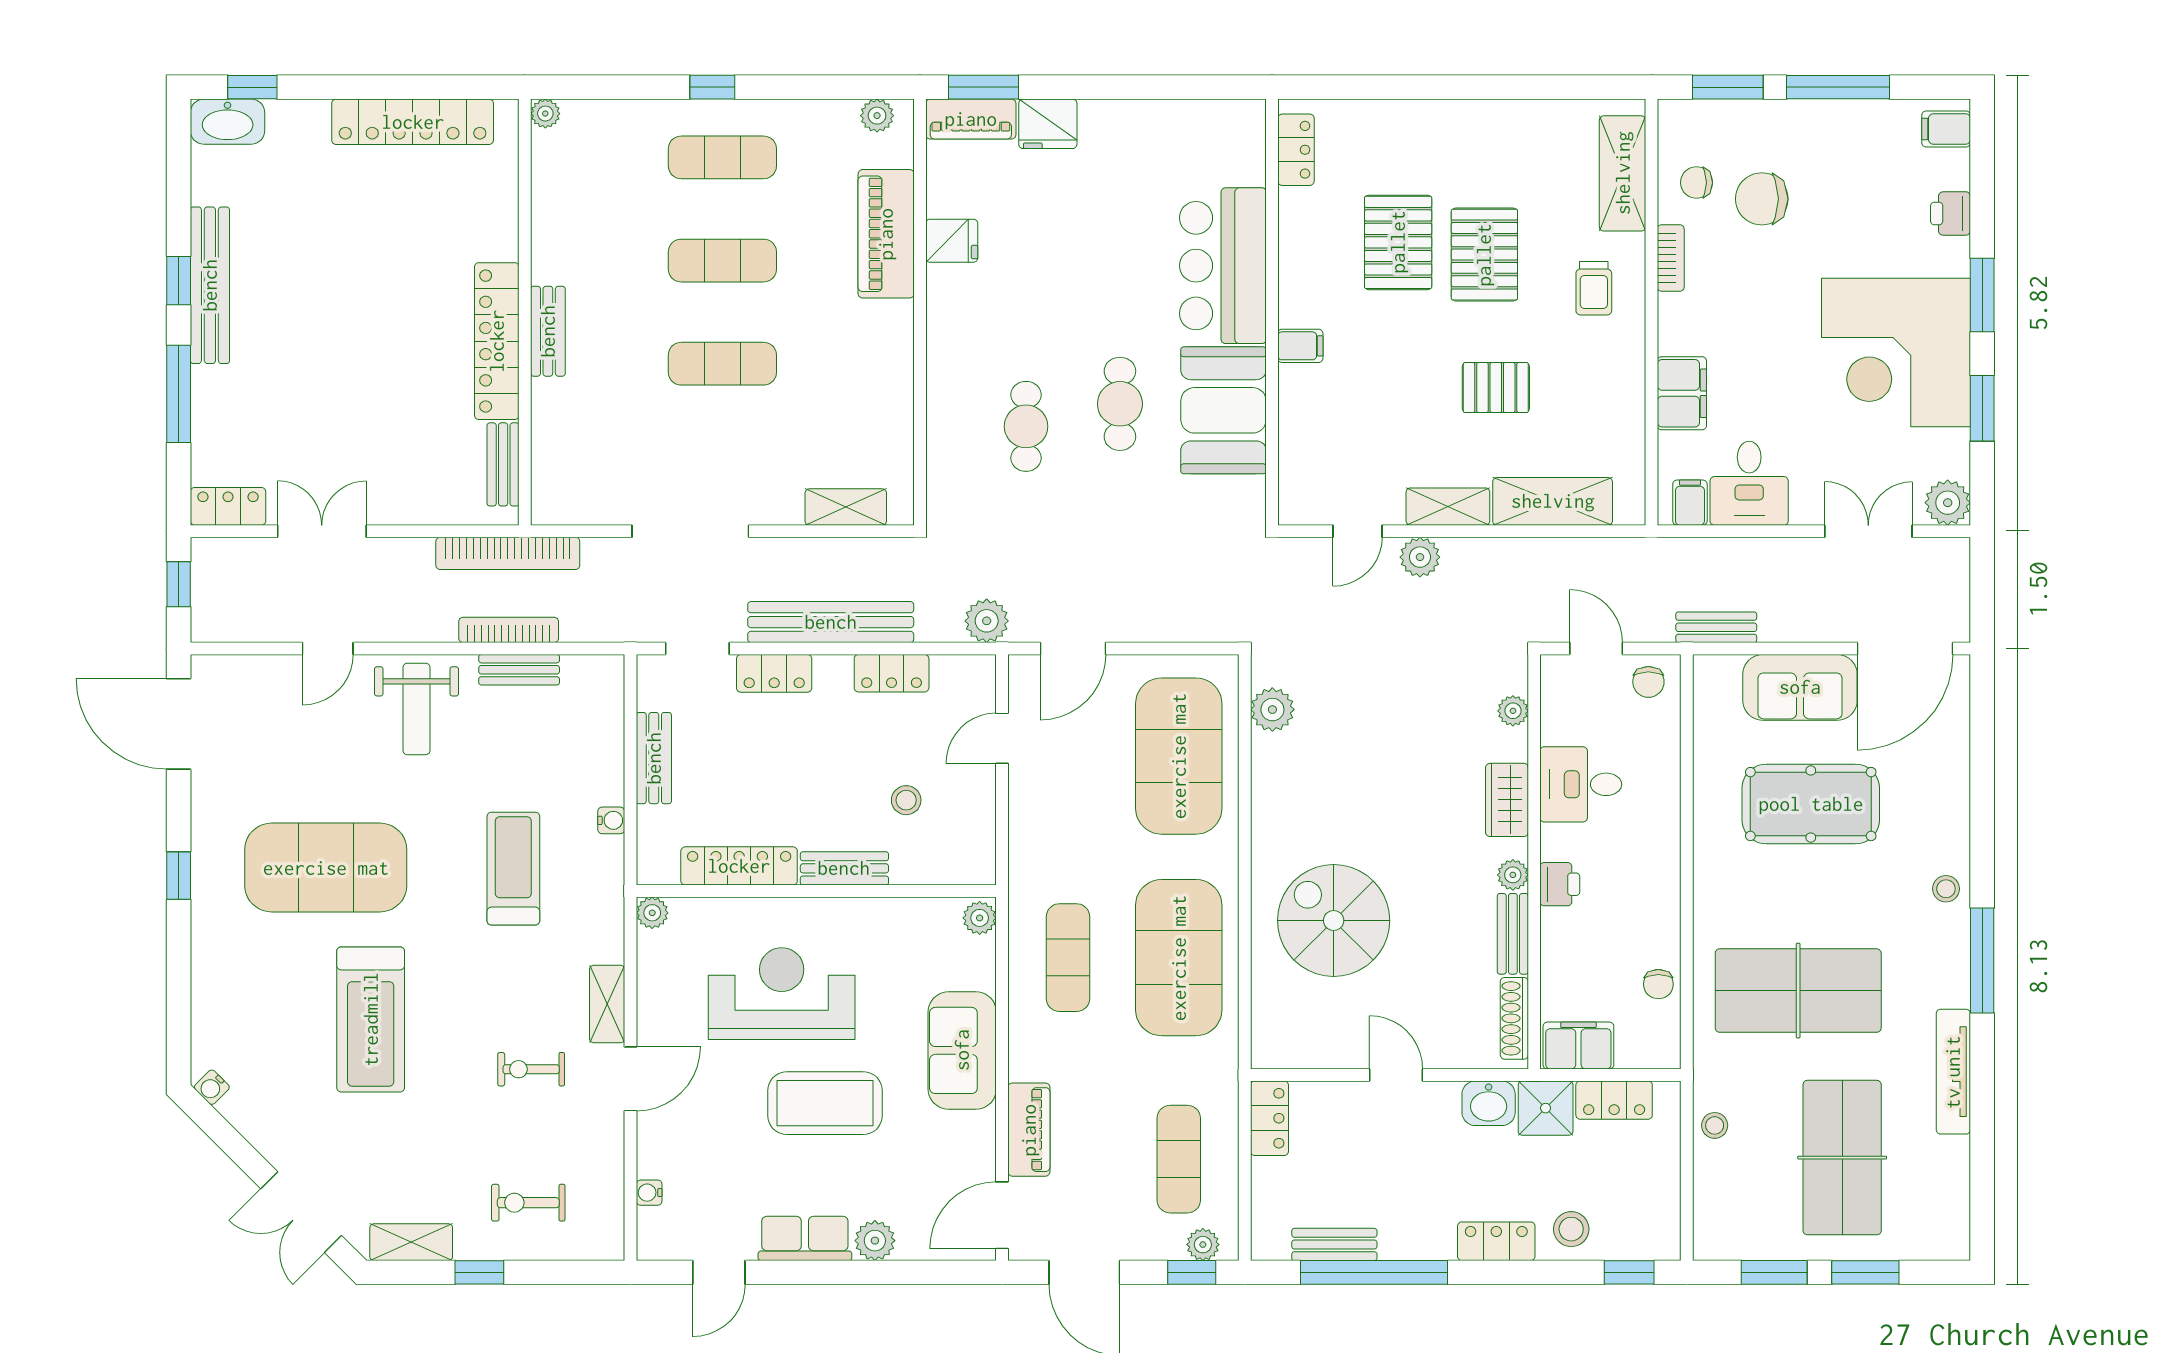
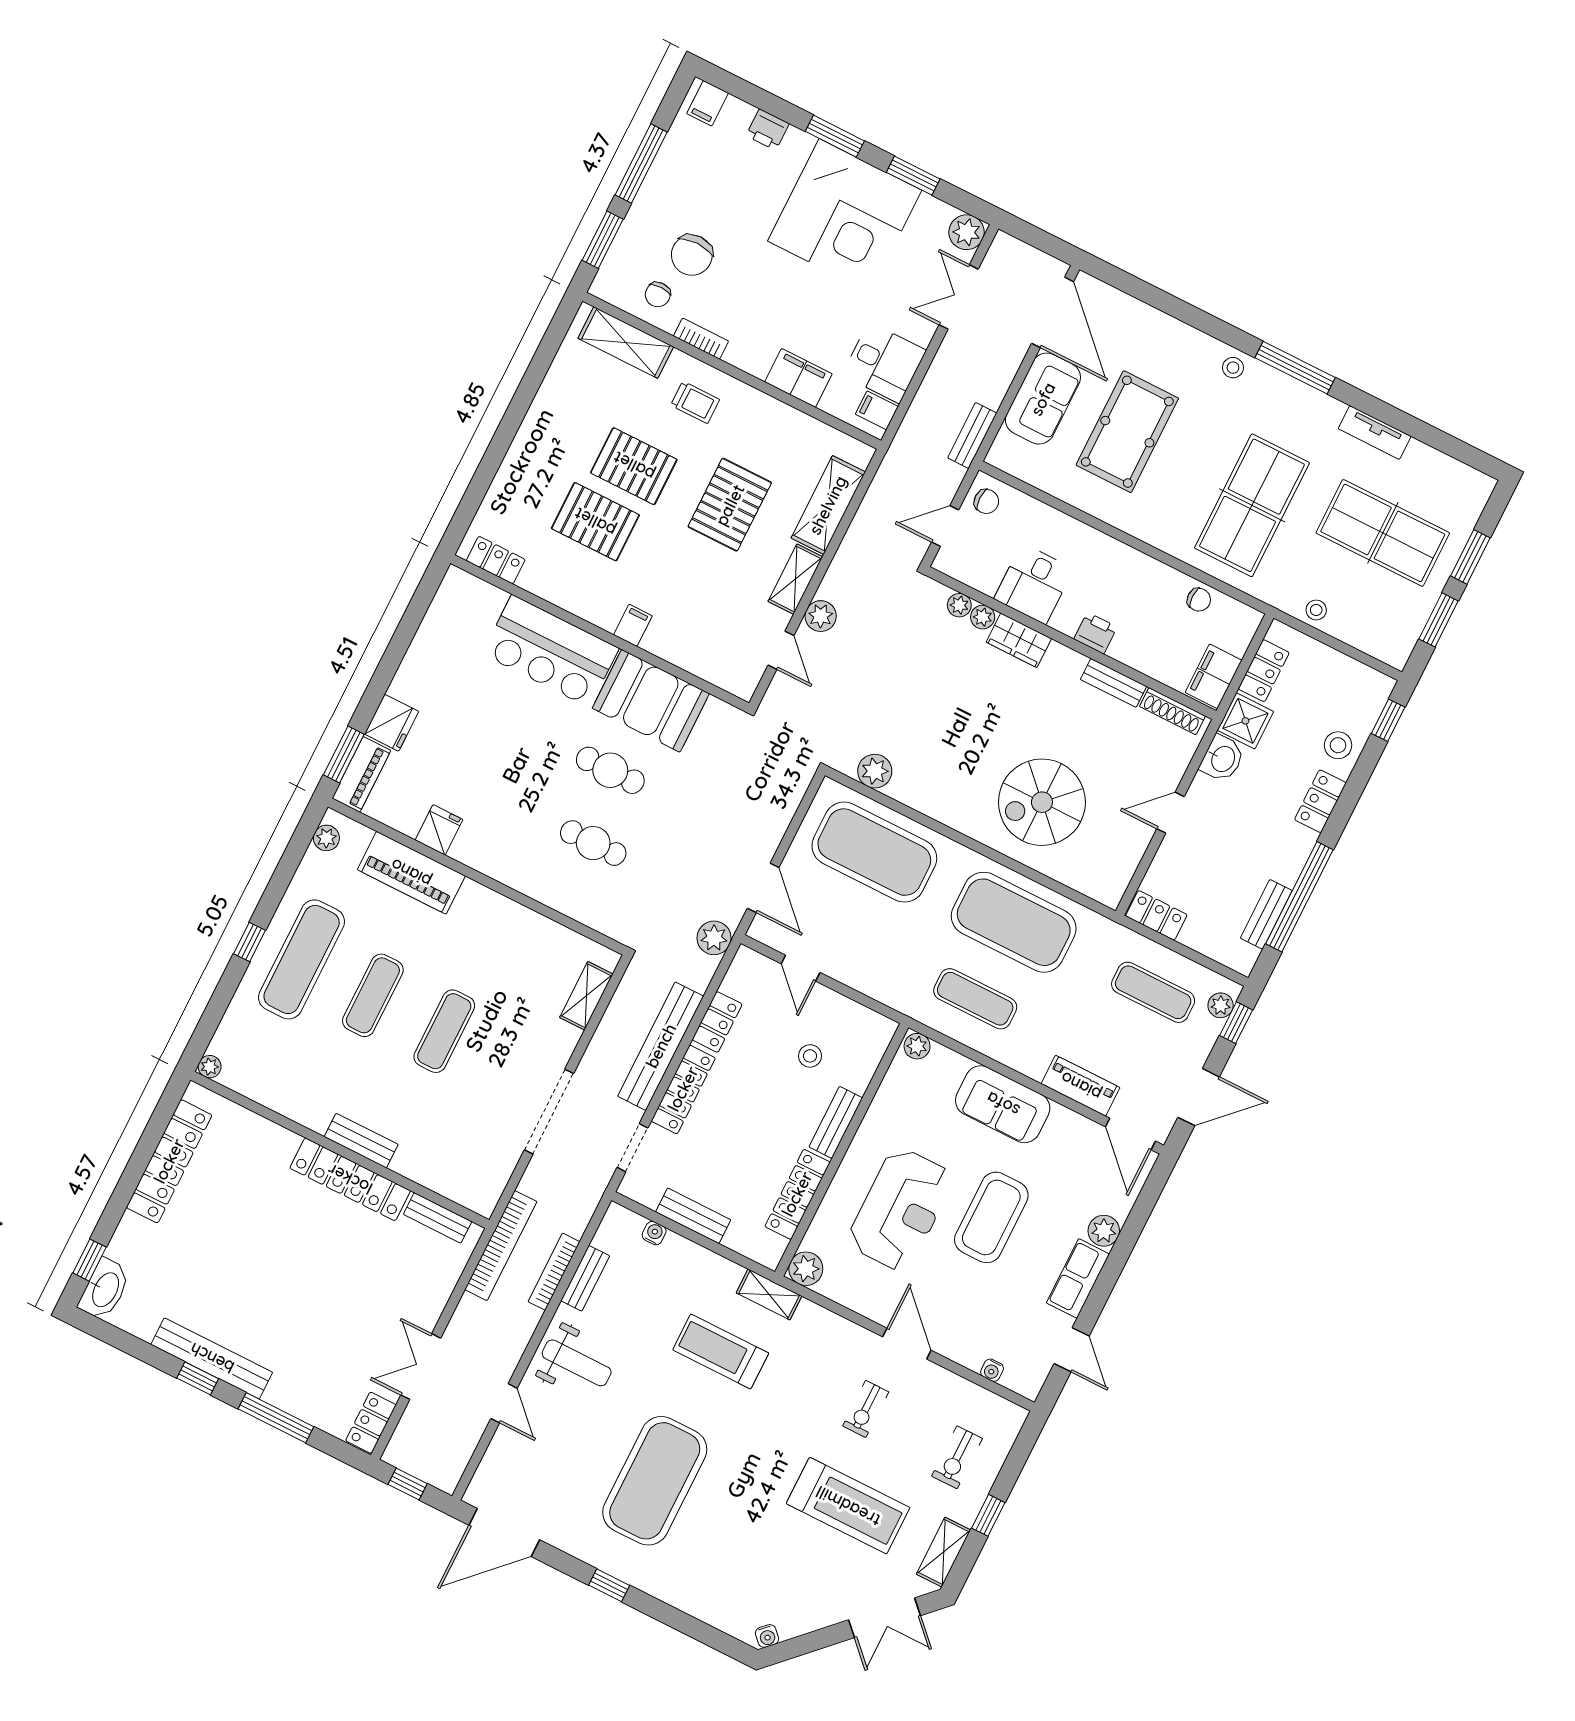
exercise mat: (722, 157) -> (302, 959), width x1.36, depth x1.45
pallet: (1496, 388) -> (730, 505), width x1.50, depth x1.42
locker: (774, 673) -> (683, 1089), width x1.53
water cooler: (611, 820) -> (654, 1233), moved
plant: (1513, 875) -> (983, 617), moved
plant: (652, 913) -> (806, 1269), width x1.38, depth x1.38
reception desk: (782, 994) -> (900, 1209), turned 180
shelving: (607, 1004) -> (769, 1294), moved
treadmill: (371, 1019) -> (848, 1506), moved
tv unit: (1953, 1072) -> (1375, 432), width x0.71

